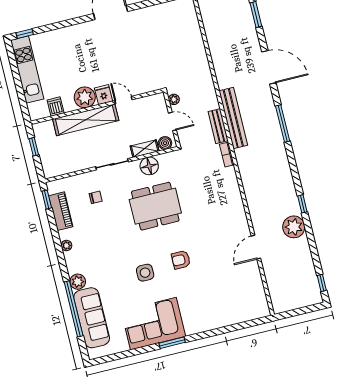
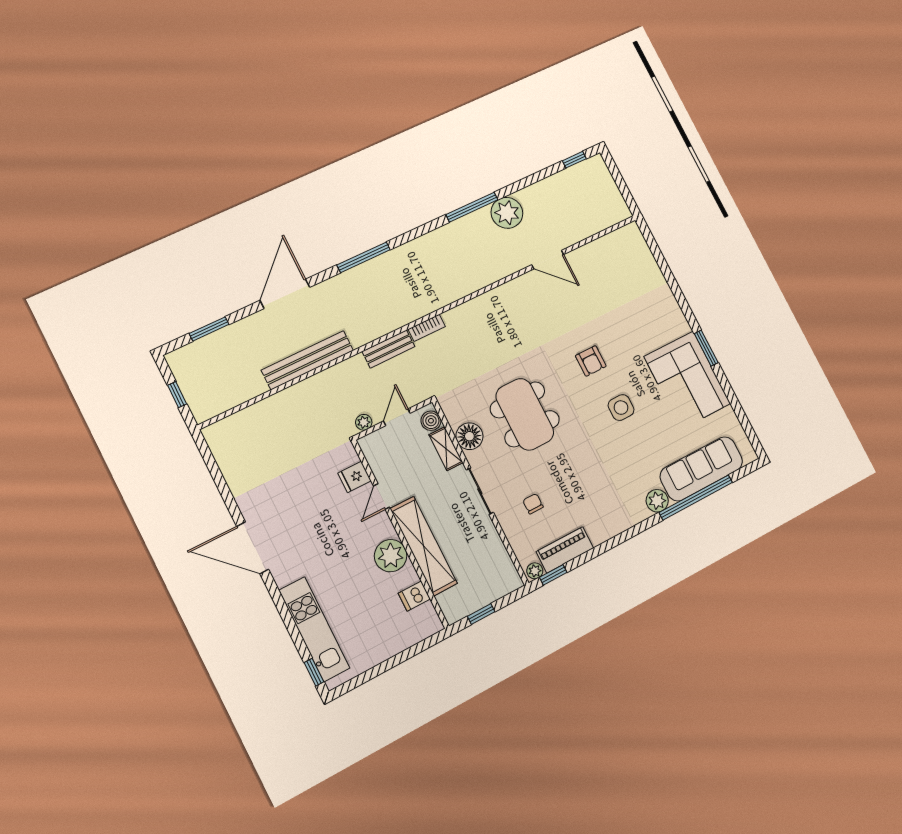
kitchen unit: (27, 70) -> (314, 629), moved, turned 90
fridge: (103, 95) -> (355, 477), moved
bench: (233, 118) -> (308, 360), moved
window: (302, 204) -> (472, 207), width x2.17
plant: (66, 246) -> (535, 571), moved

